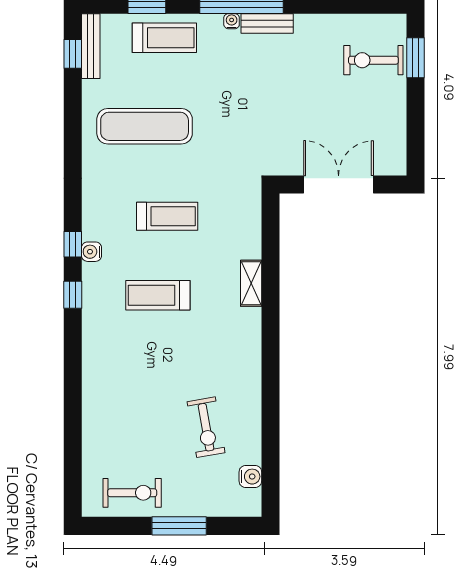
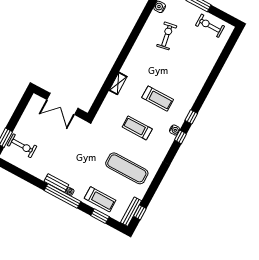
treadmill: (164, 38) -> (100, 199), turned 180

